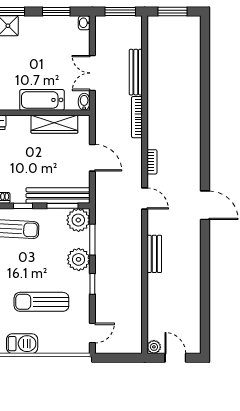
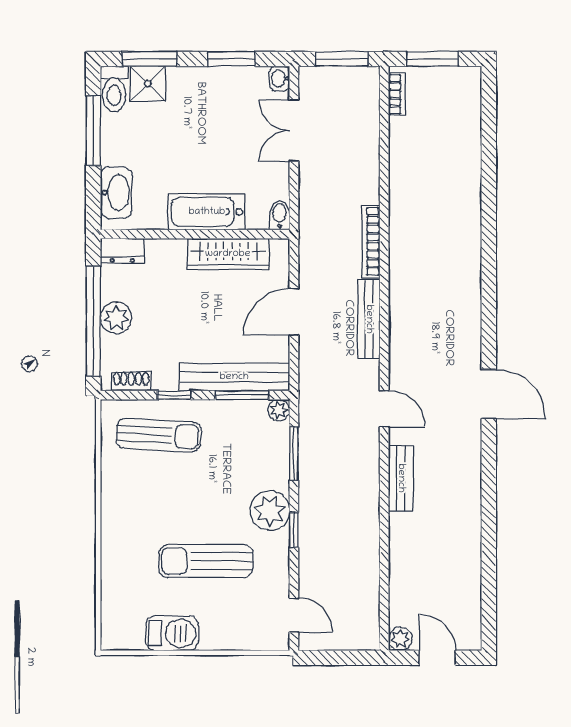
bench: (136, 72) -> (369, 319), moved
double door: (92, 73) -> (294, 130), moved
door: (92, 158) -> (294, 312), swing flipped
bookcase: (152, 162) -> (397, 94), moved
door: (145, 198) -> (384, 409), moved
plant: (78, 220) -> (279, 410), width x0.53, depth x0.53
plant: (79, 259) -> (270, 511), moved
door: (92, 333) -> (294, 615), hinge flipped

